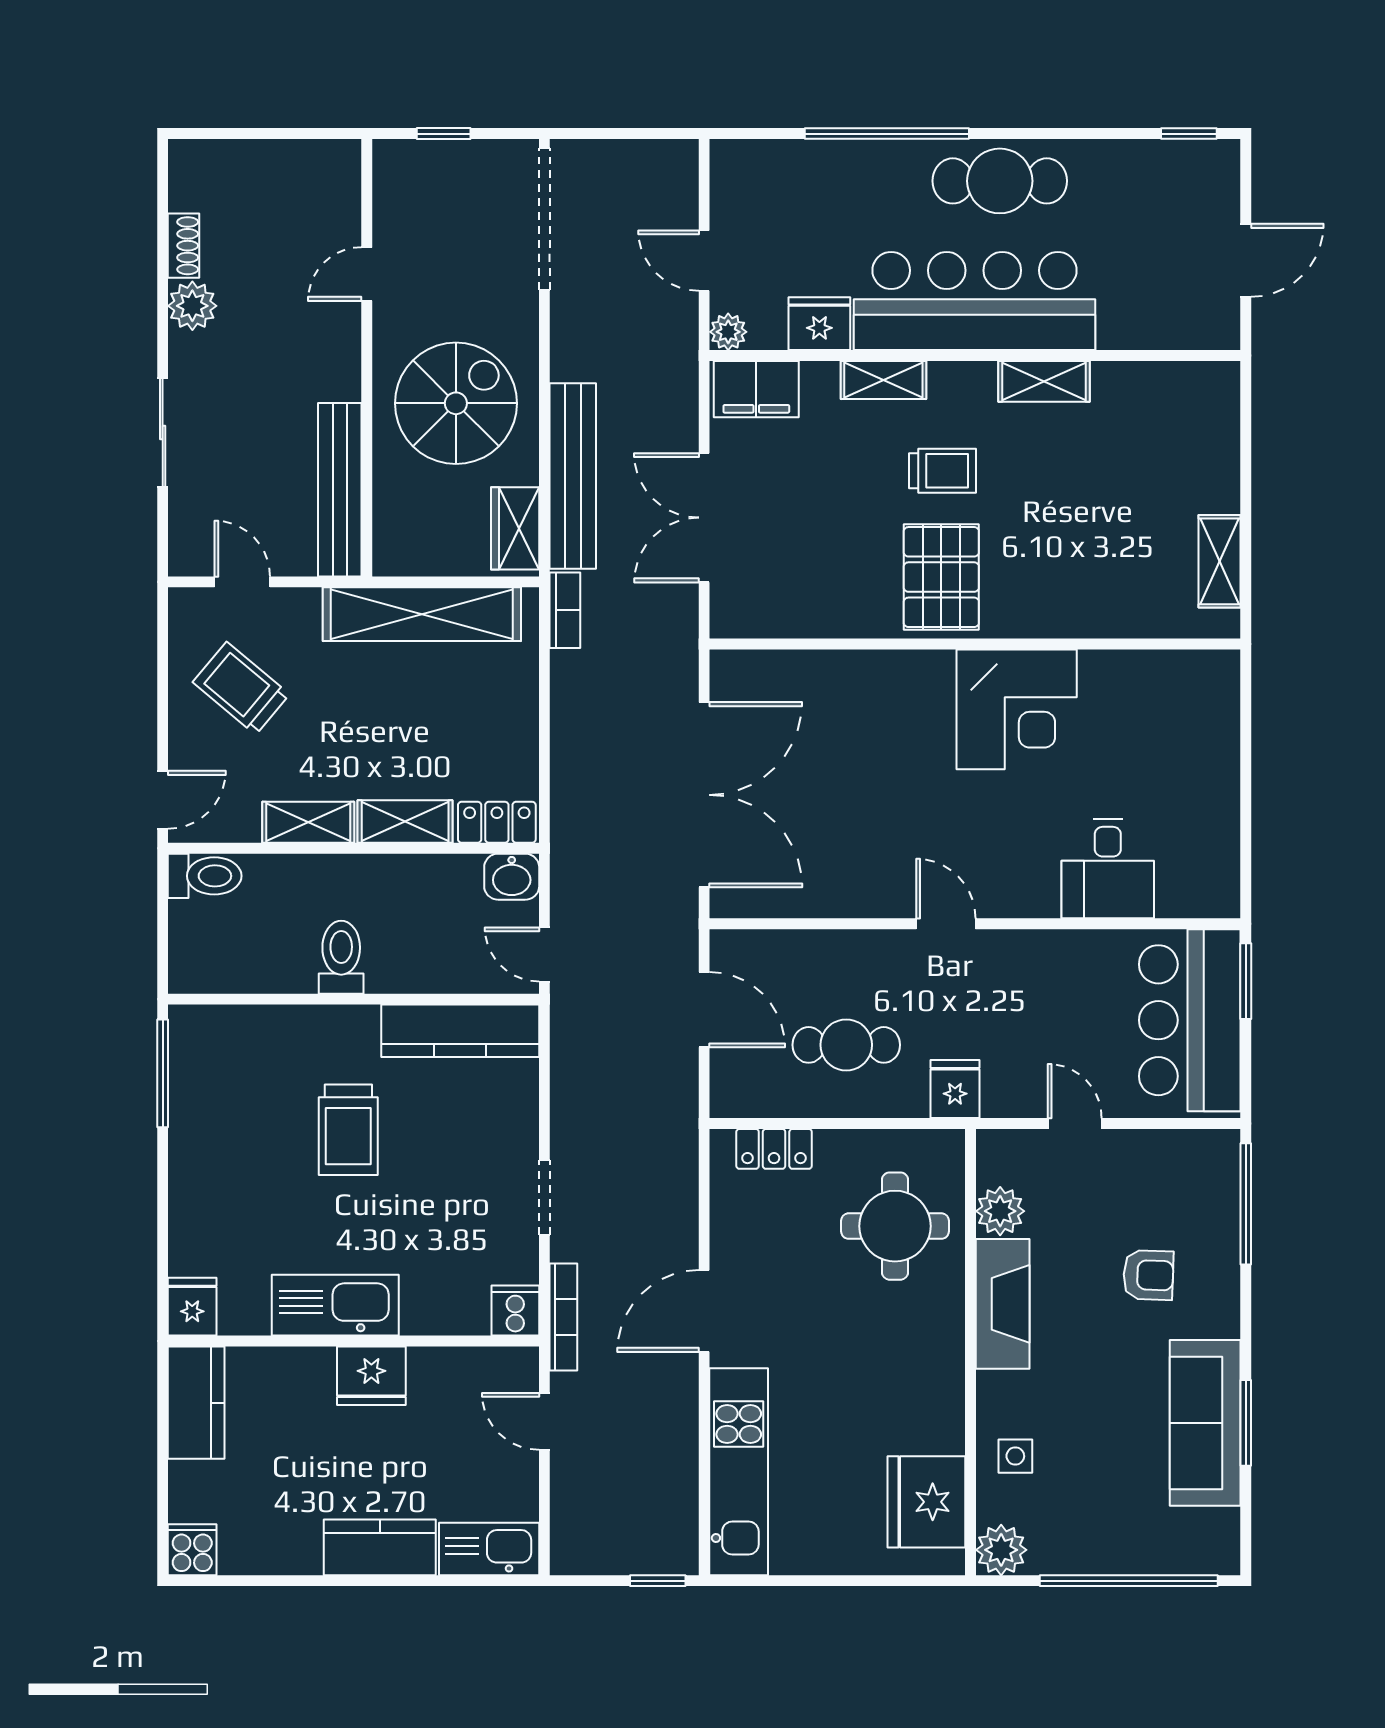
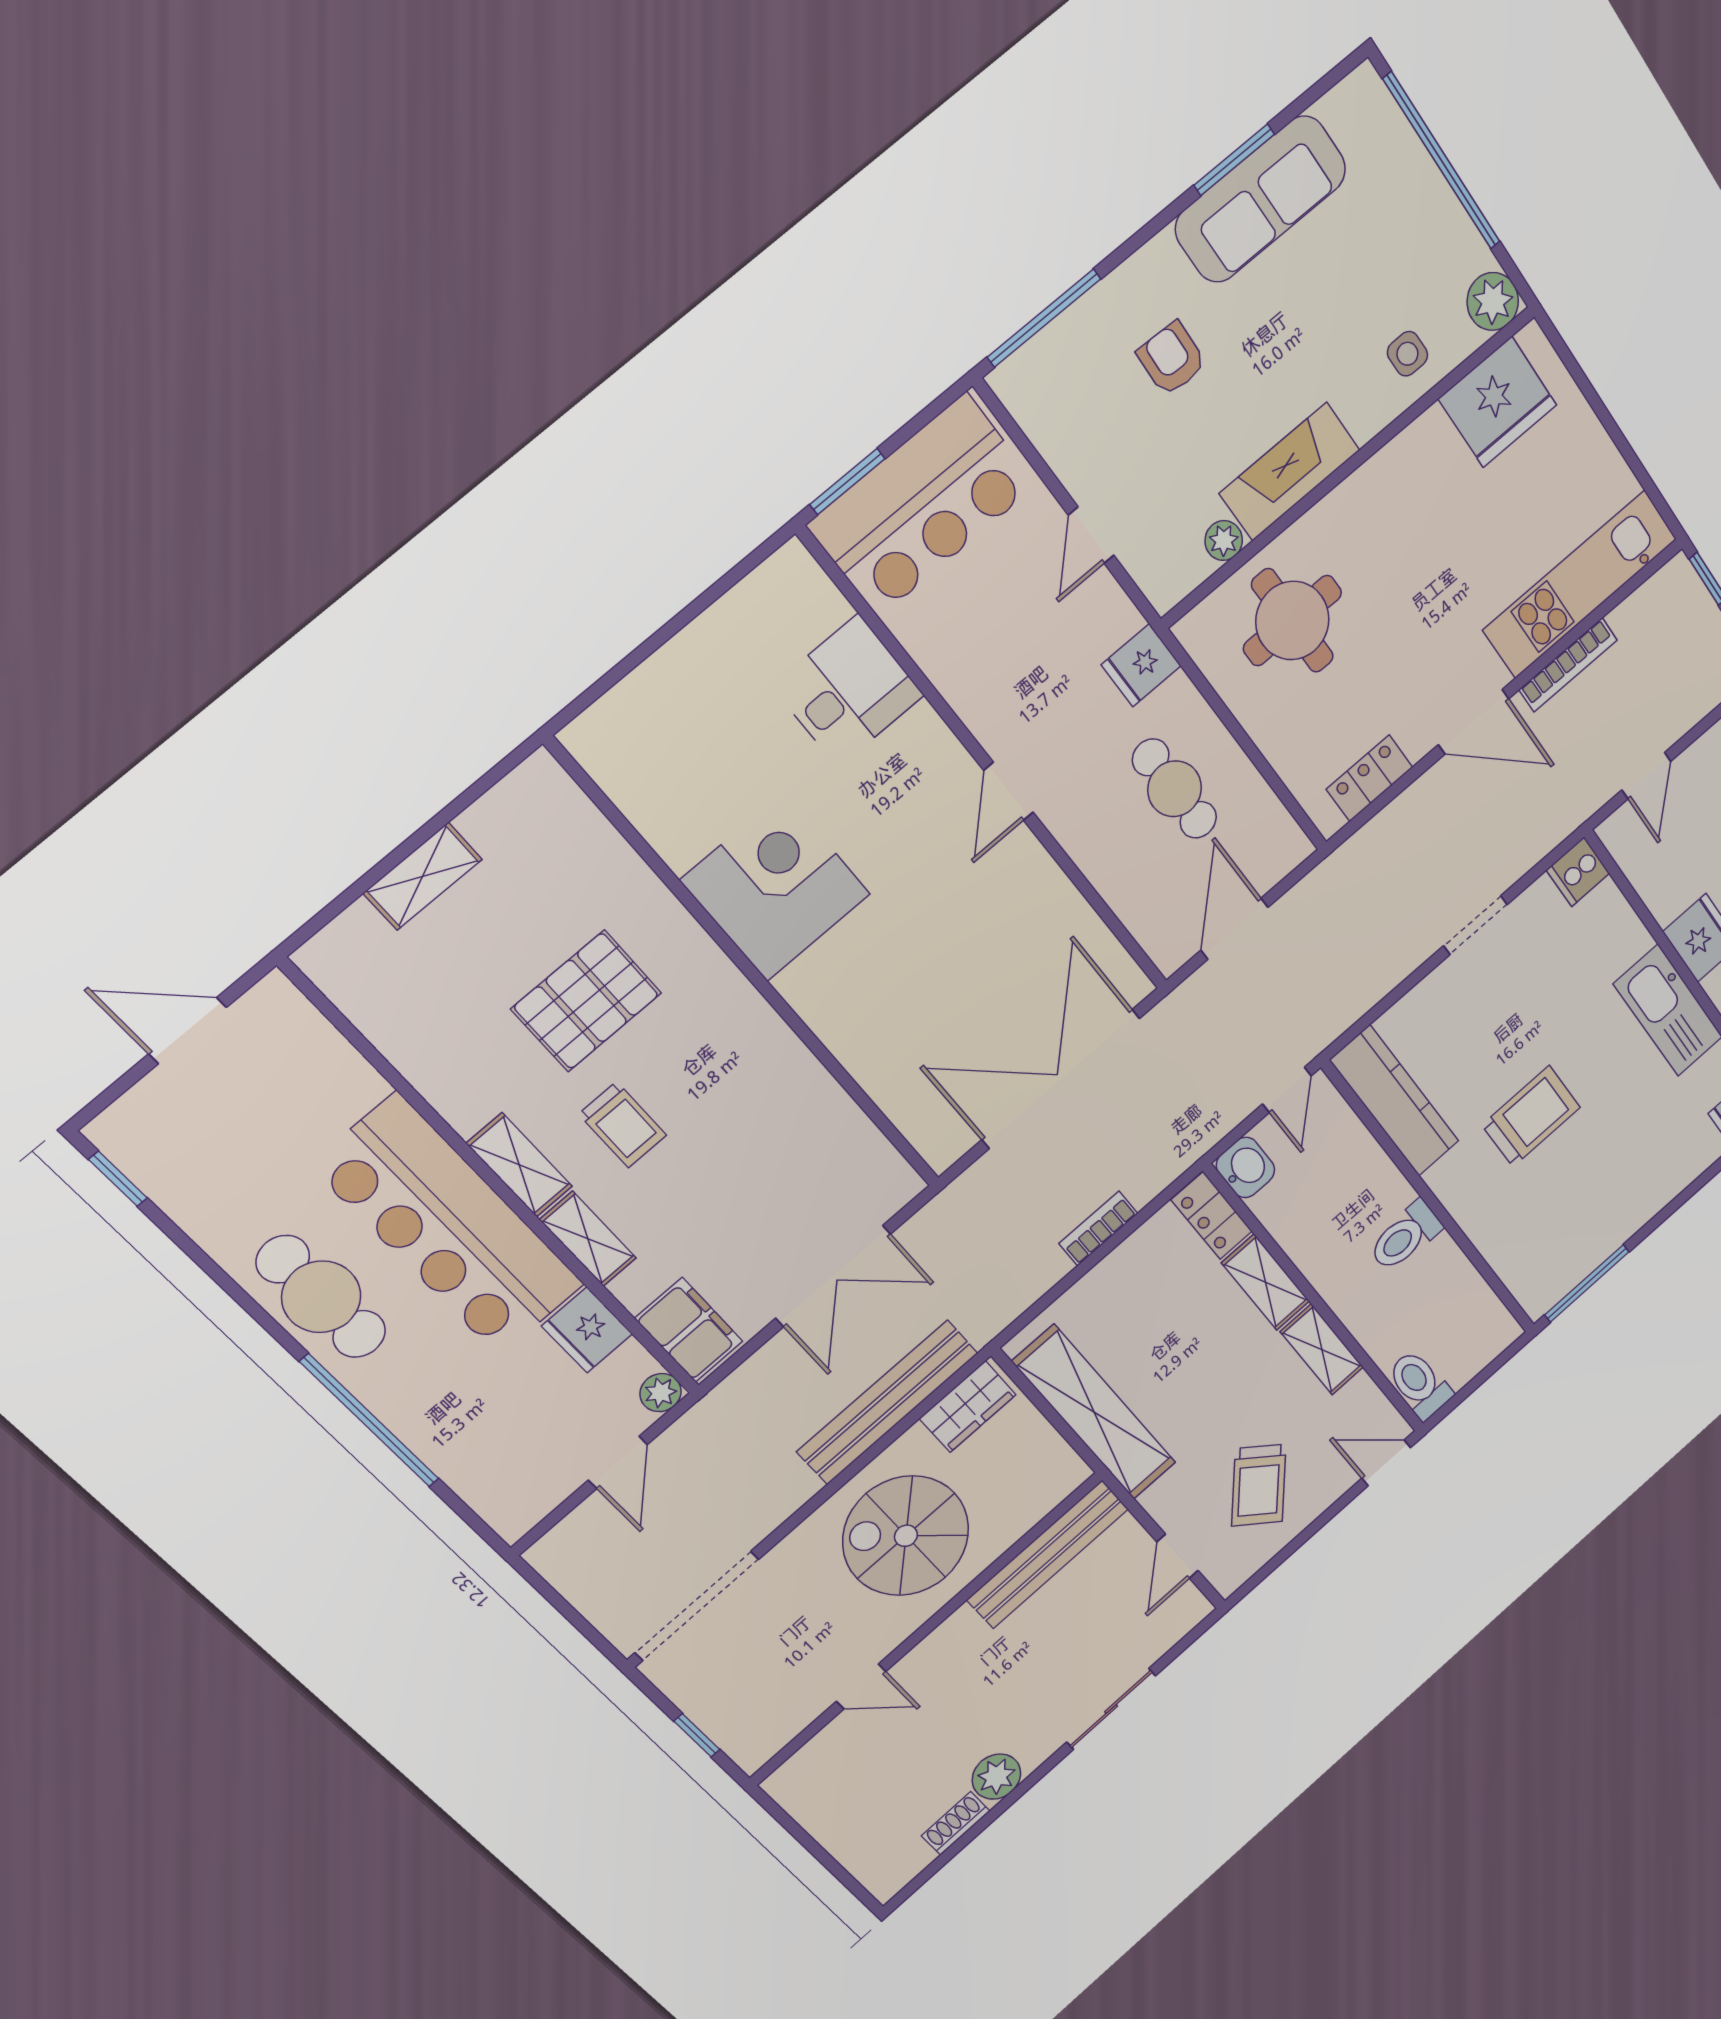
shelving: (1044, 381) -> (519, 1165), moved
trolley: (942, 471) -> (623, 1125), turned 180
shelving: (1220, 561) -> (423, 876), moved
pallet: (941, 577) -> (586, 1001), moved
bookcase: (565, 610) -> (1098, 1228), moved
locker: (774, 1149) -> (1370, 778), moved, turned -90
plant: (1000, 1211) -> (1224, 541), width x0.73, depth x0.73
bookcase: (563, 1317) -> (1568, 665), moved, turned 180

